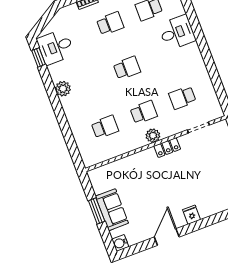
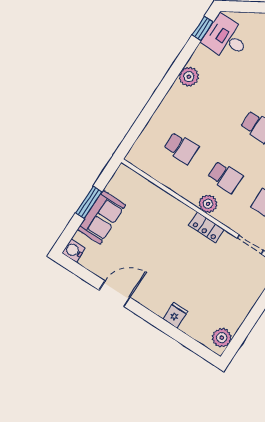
fridge: (192, 215) -> (175, 315), moved

